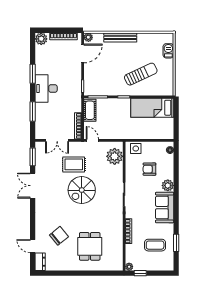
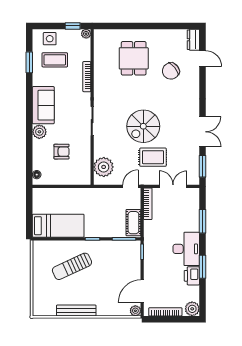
bench: (120, 37) -> (76, 311), moved
barbecue: (168, 51) -> (39, 294), removed
printer: (41, 66) -> (192, 276), added
door: (92, 140) -> (130, 186), swing flipped
side table: (136, 149) -> (50, 39), moved
spiral stairs: (82, 190) -> (143, 126), turned 180

